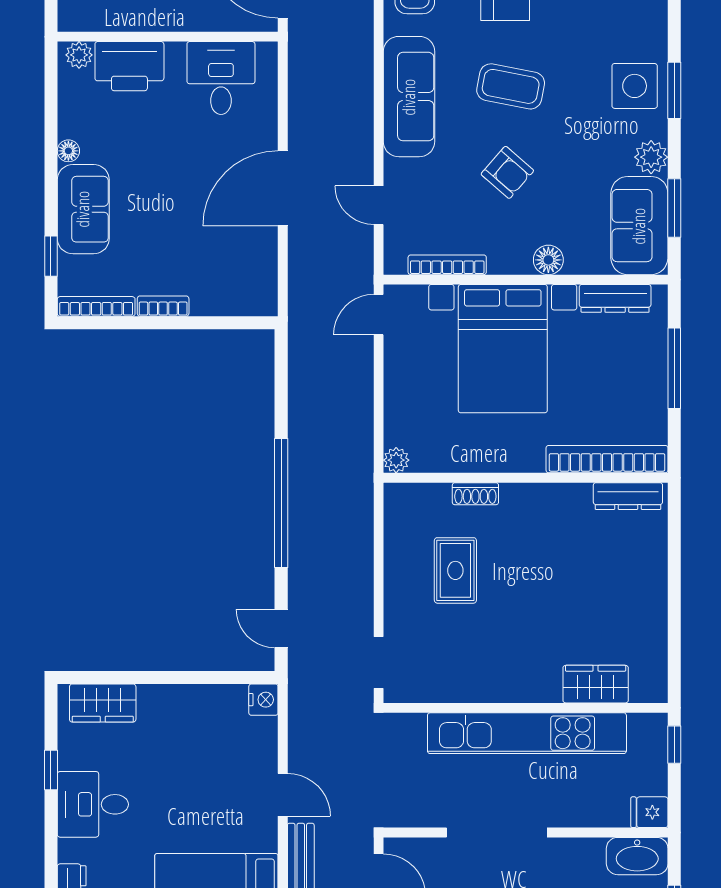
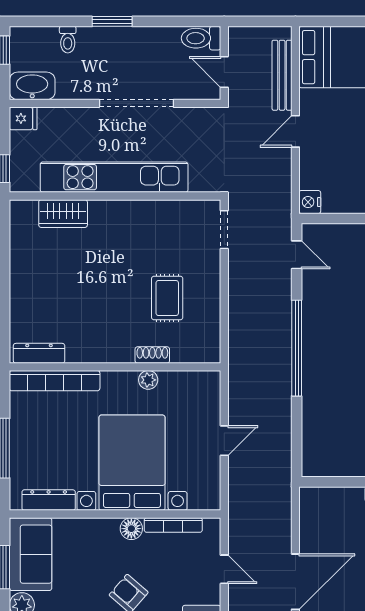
floor lamp: (548, 260) -> (131, 529), moved
door: (379, 315) -> (224, 441), moved
plant: (396, 460) -> (148, 380), moved
door: (283, 795) -> (295, 131), hinge flipped

